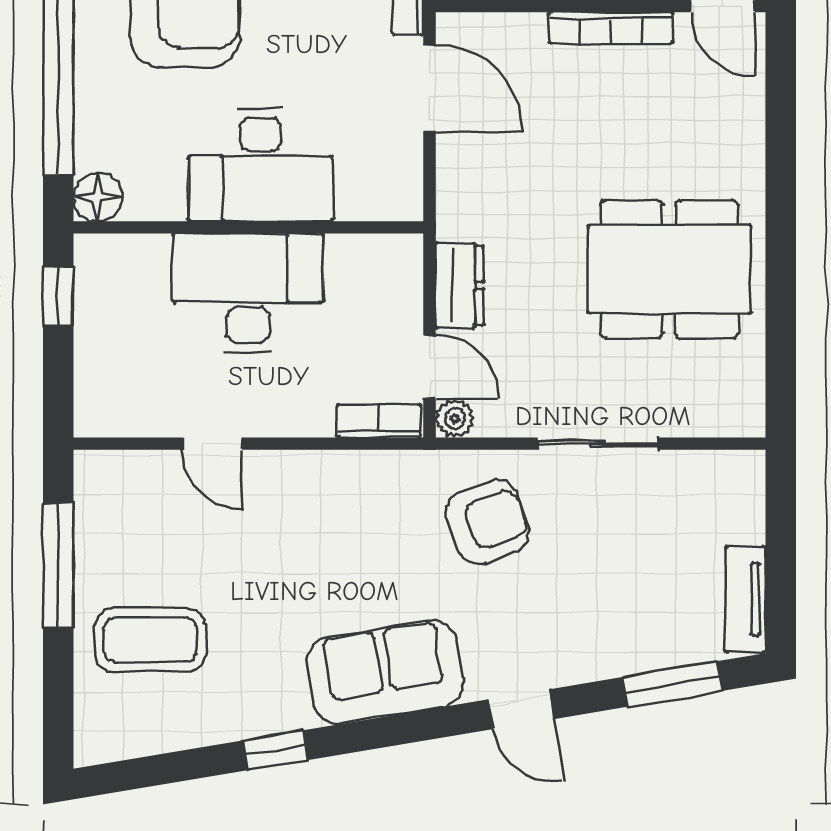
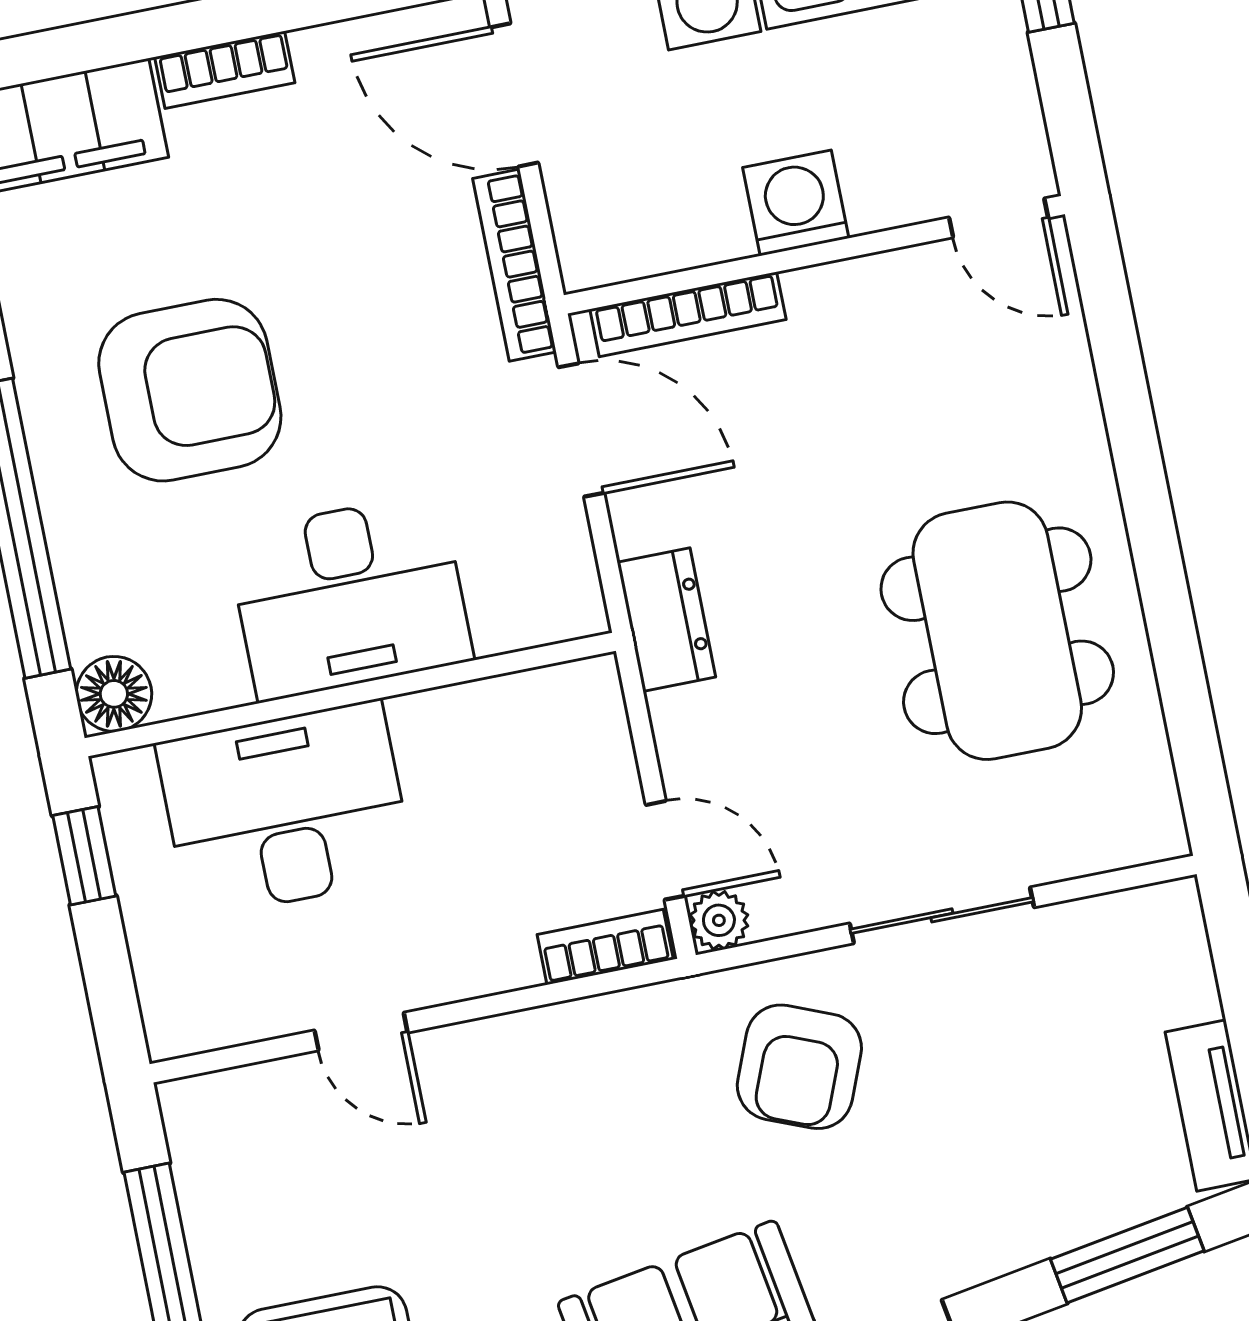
bookcase: (611, 28) -> (688, 314), moved
dining table: (669, 269) -> (997, 631), turned 90
dresser: (460, 285) -> (666, 620), moved
desk: (248, 293) -> (285, 810), moved
armchair: (487, 522) -> (799, 1067), turned 132

